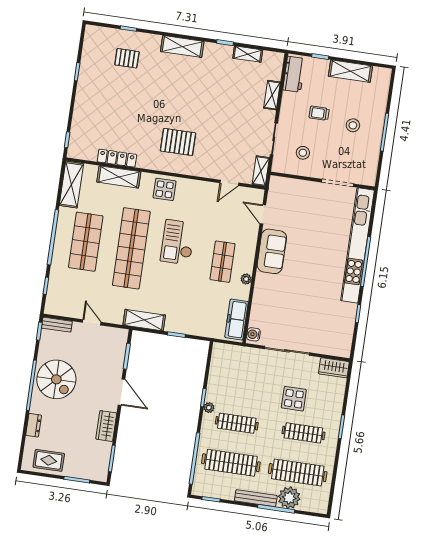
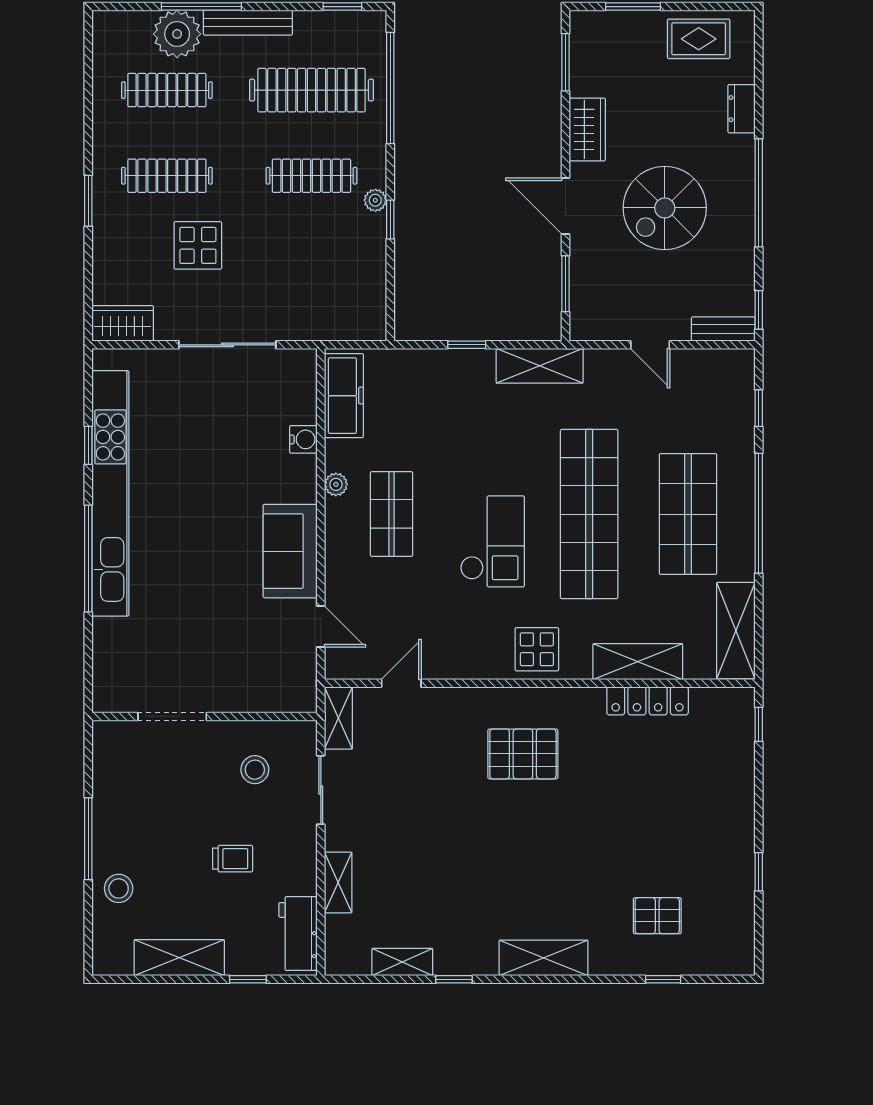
stool: (353, 125) -> (119, 888), moved
kitchen unit: (357, 245) -> (110, 493), moved
water cooler: (253, 334) -> (303, 439), moved
spiral stairs: (56, 379) -> (665, 208), moved, turned -90
clothes rail: (298, 472) -> (167, 90), width x0.73, depth x0.76

